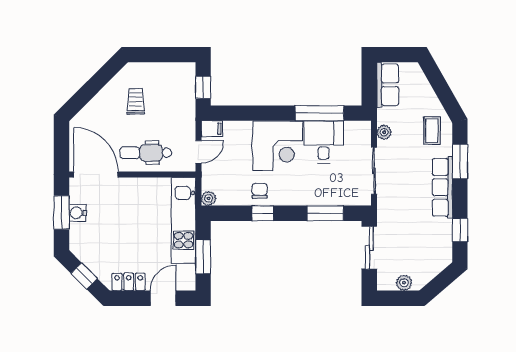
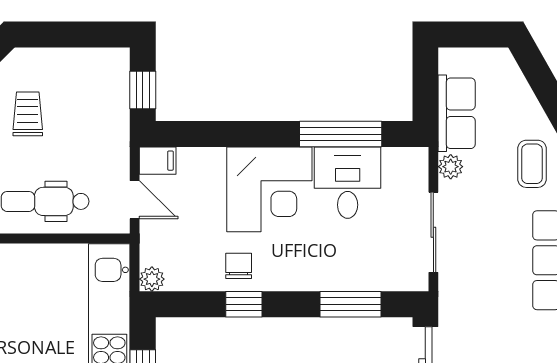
row of seats: (388, 85) -> (457, 113), moved
door: (198, 152) -> (135, 200), hinge flipped

